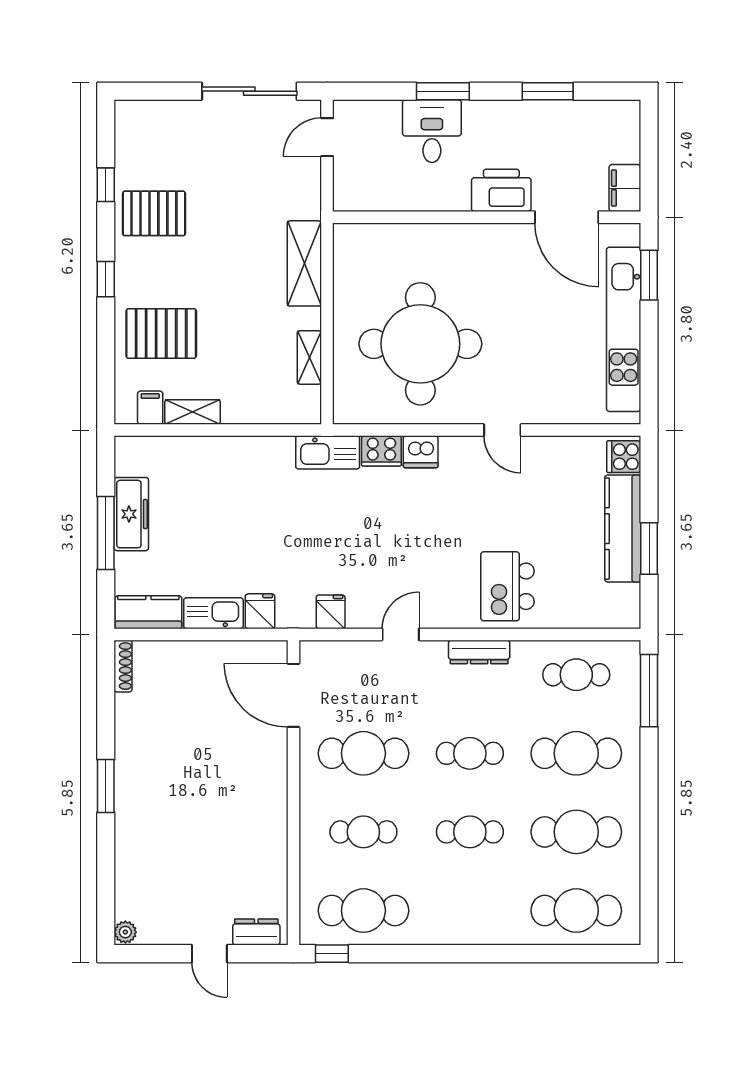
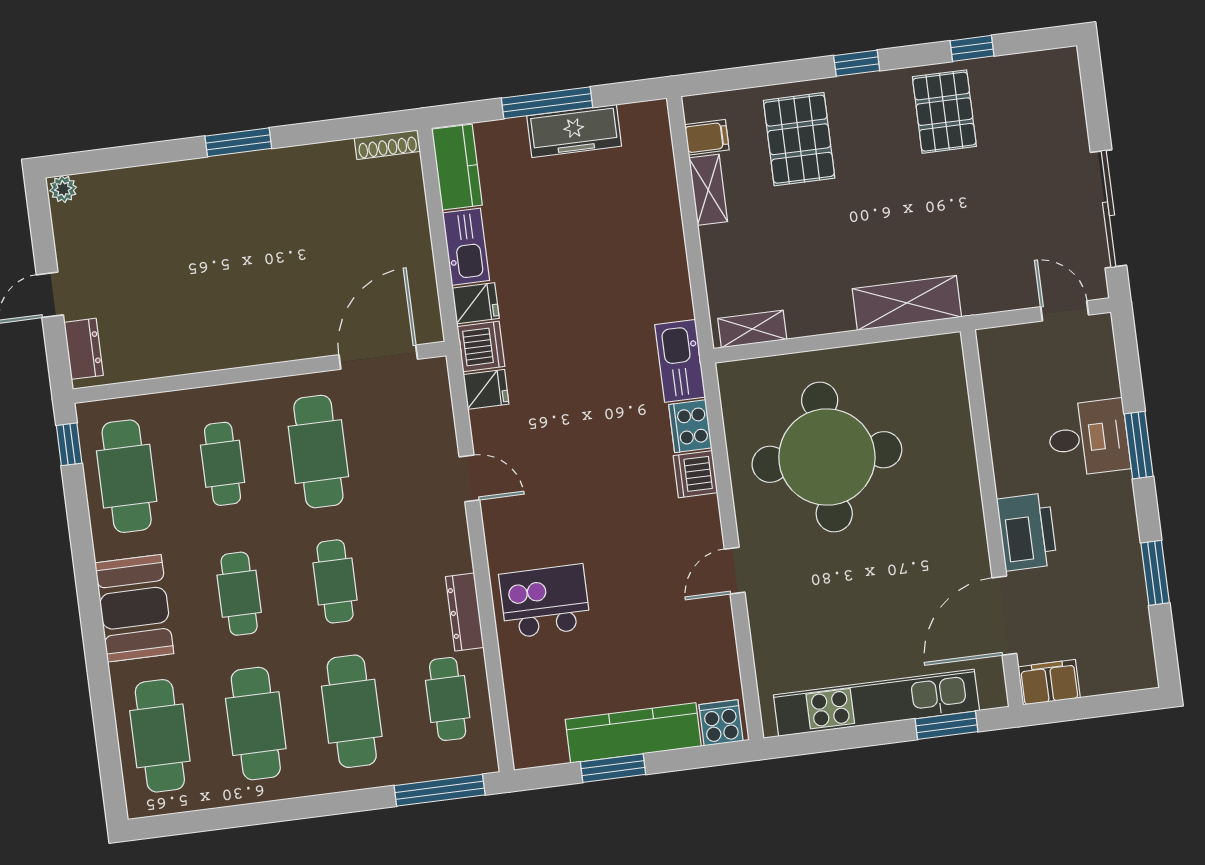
shelving: (309, 357) -> (752, 329), moved
dishwasher: (296, 611) -> (481, 347), added
dresser: (479, 652) -> (465, 612), moved
booth: (471, 918) -> (134, 608), added

